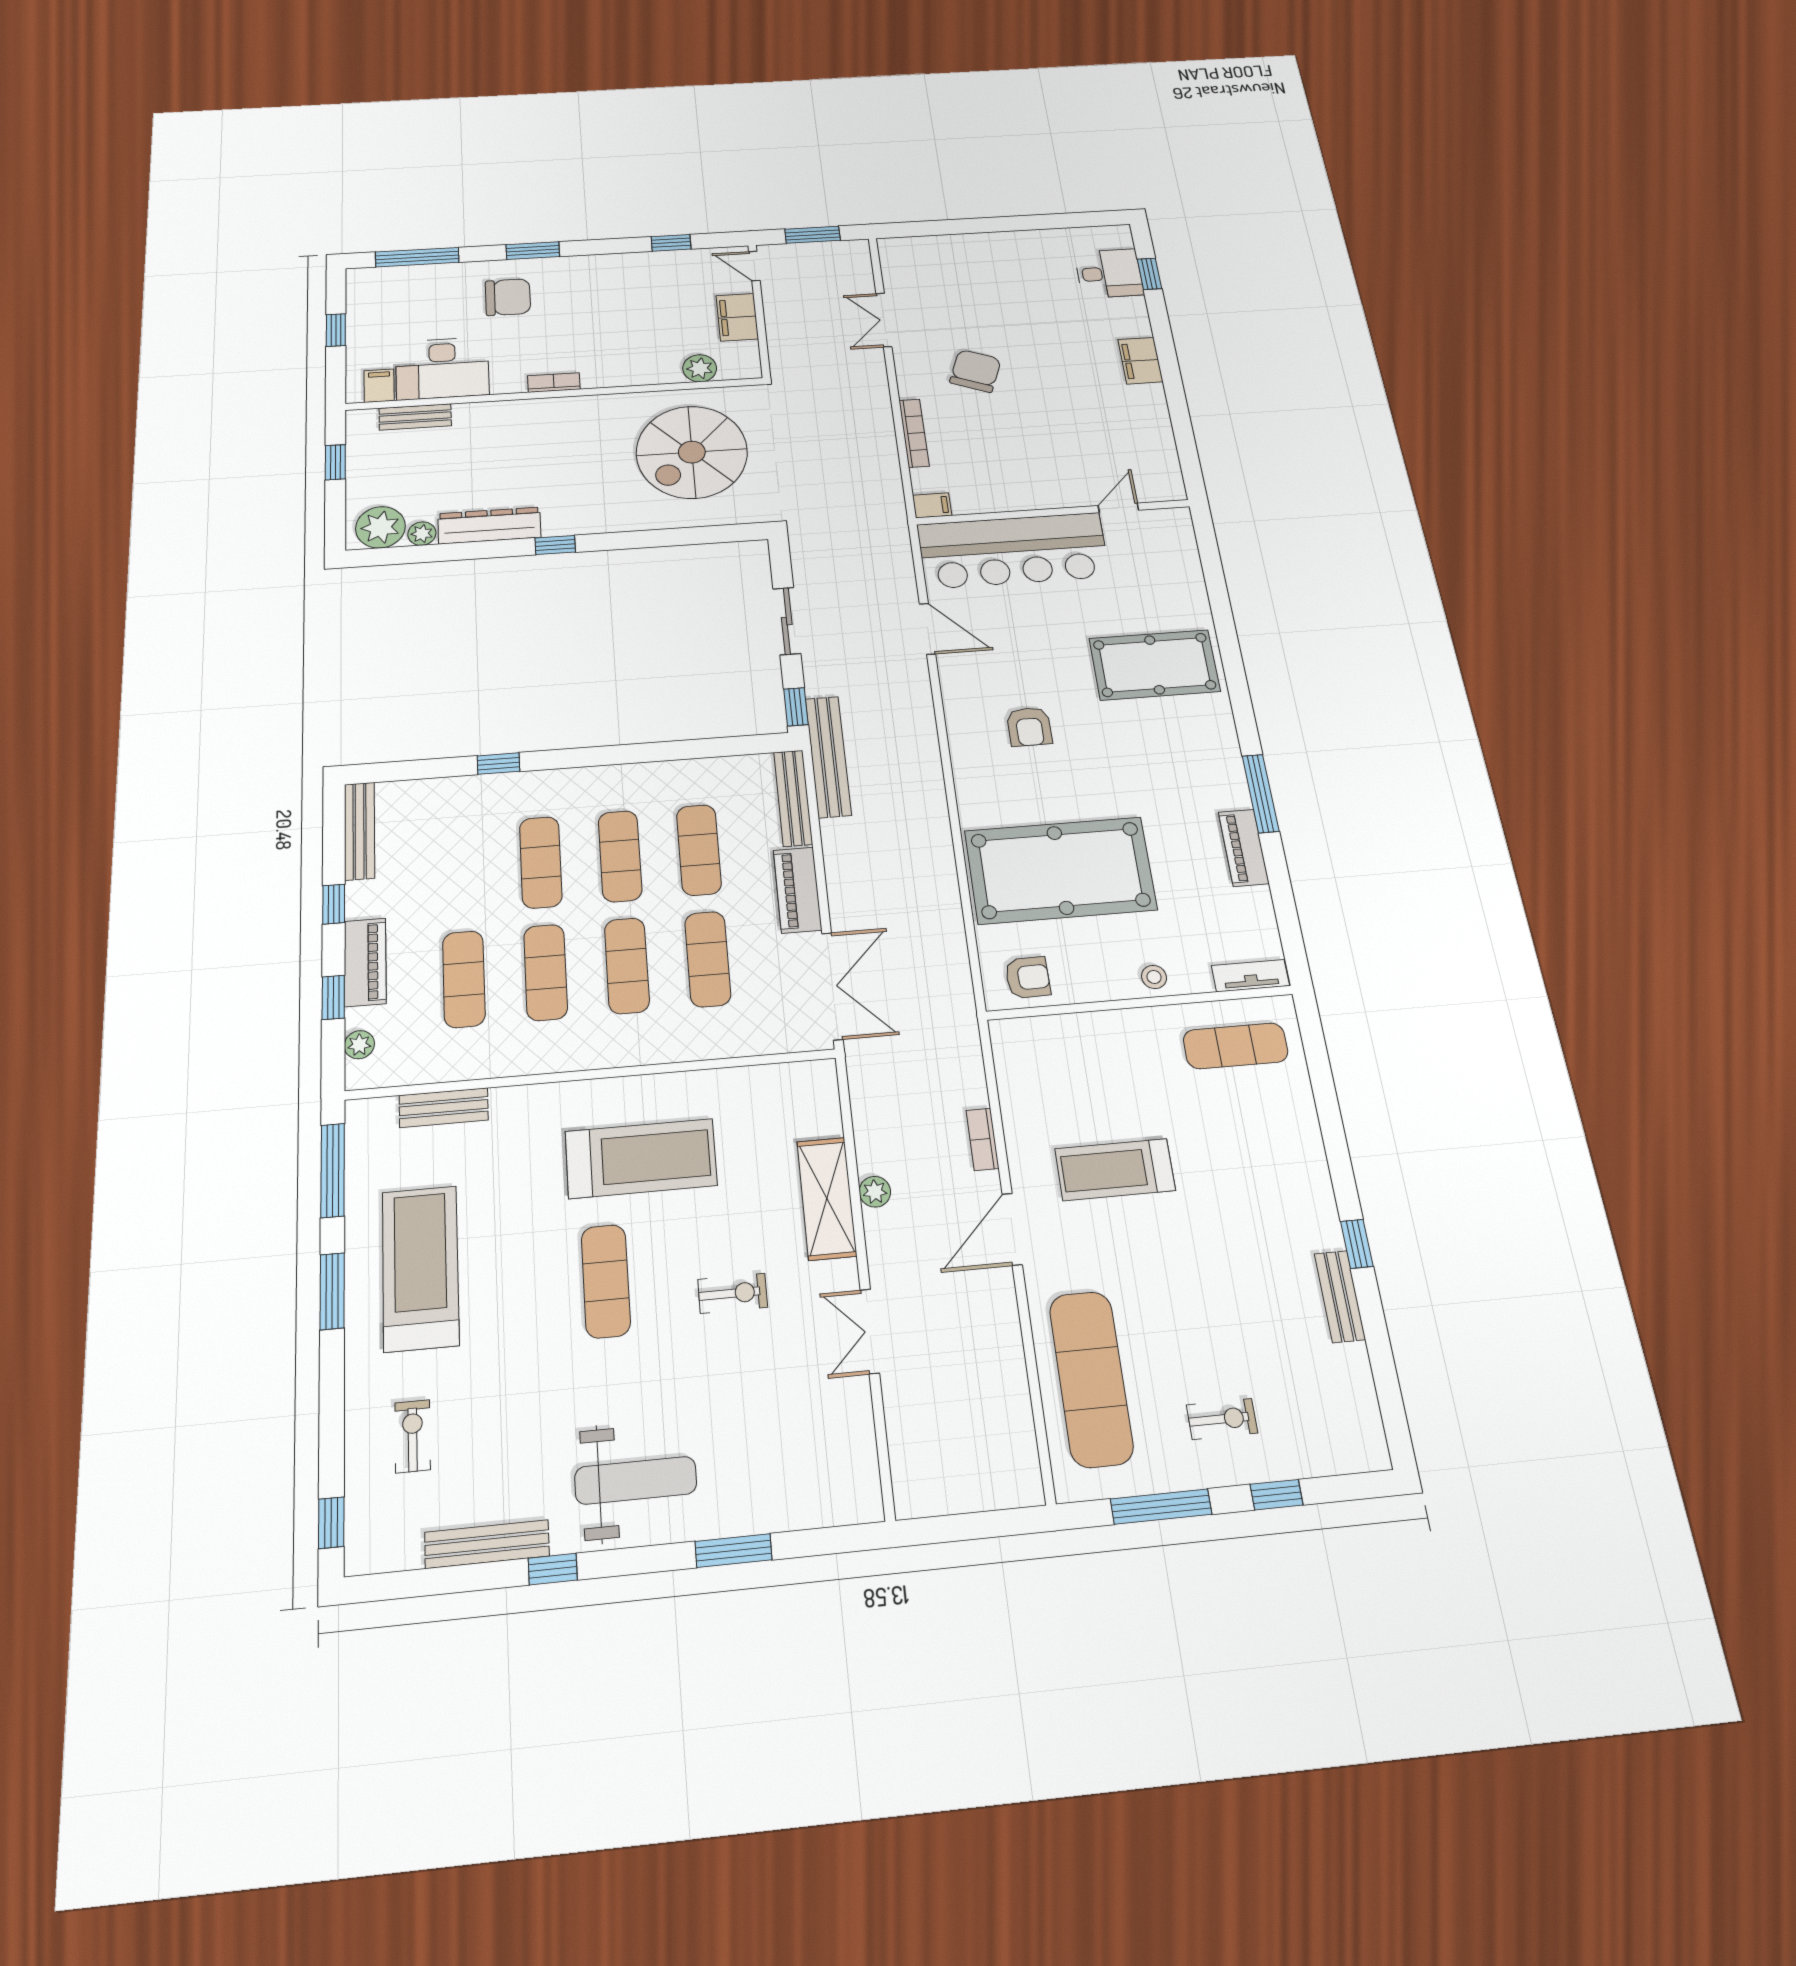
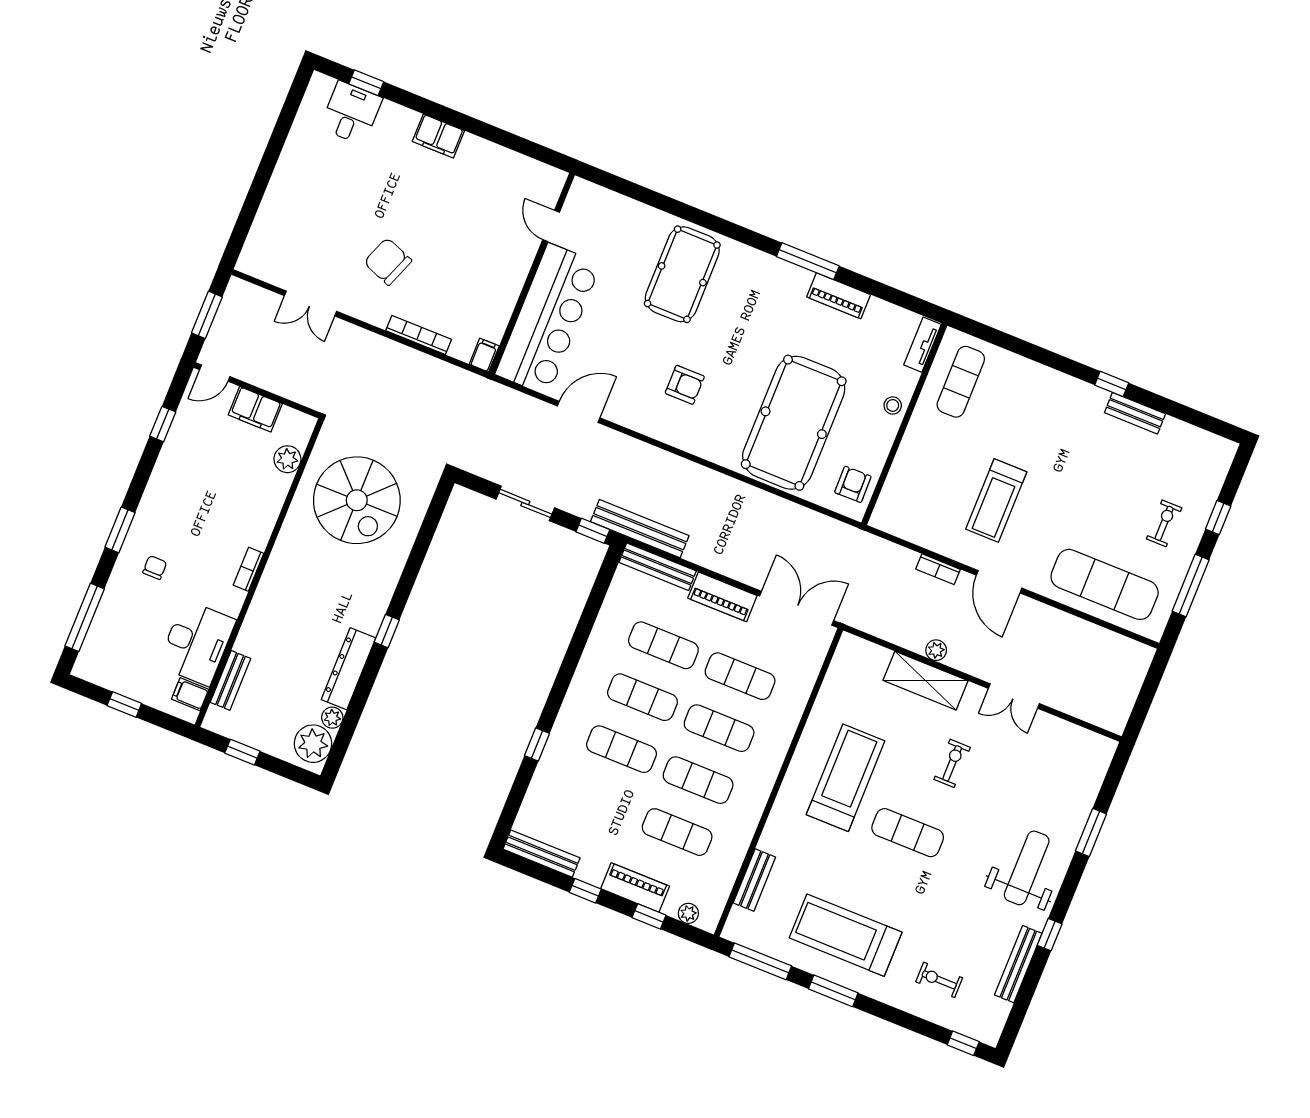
chair: (508, 297) -> (155, 568), width x0.54, depth x0.54

